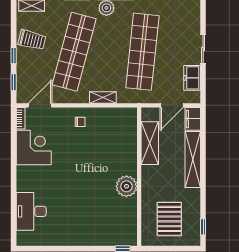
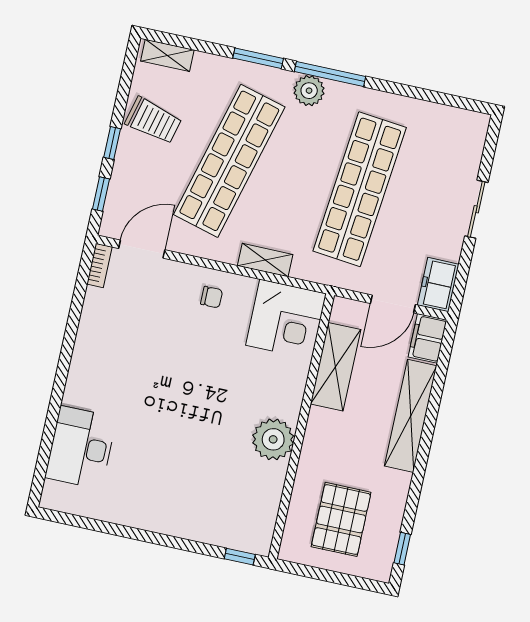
freezer: (192, 78) -> (438, 285), moved
corner desk: (34, 147) -> (286, 319), moved, turned 90

